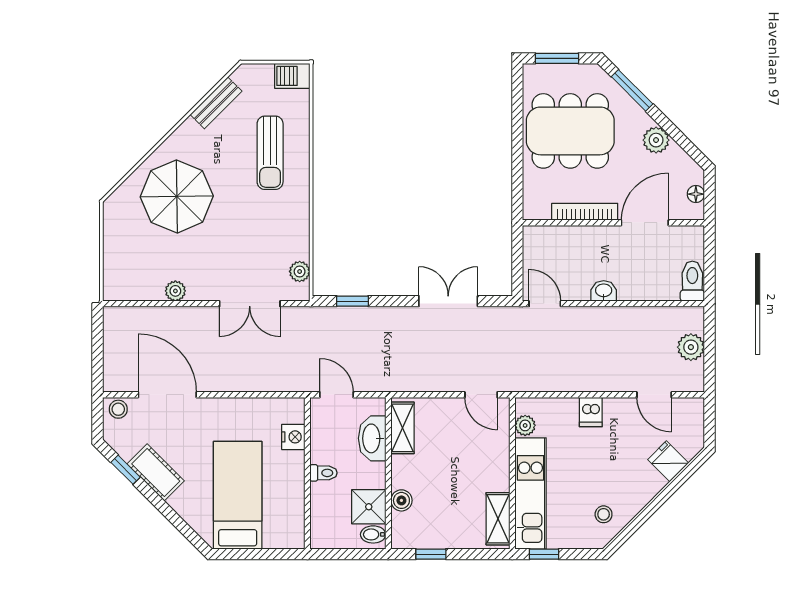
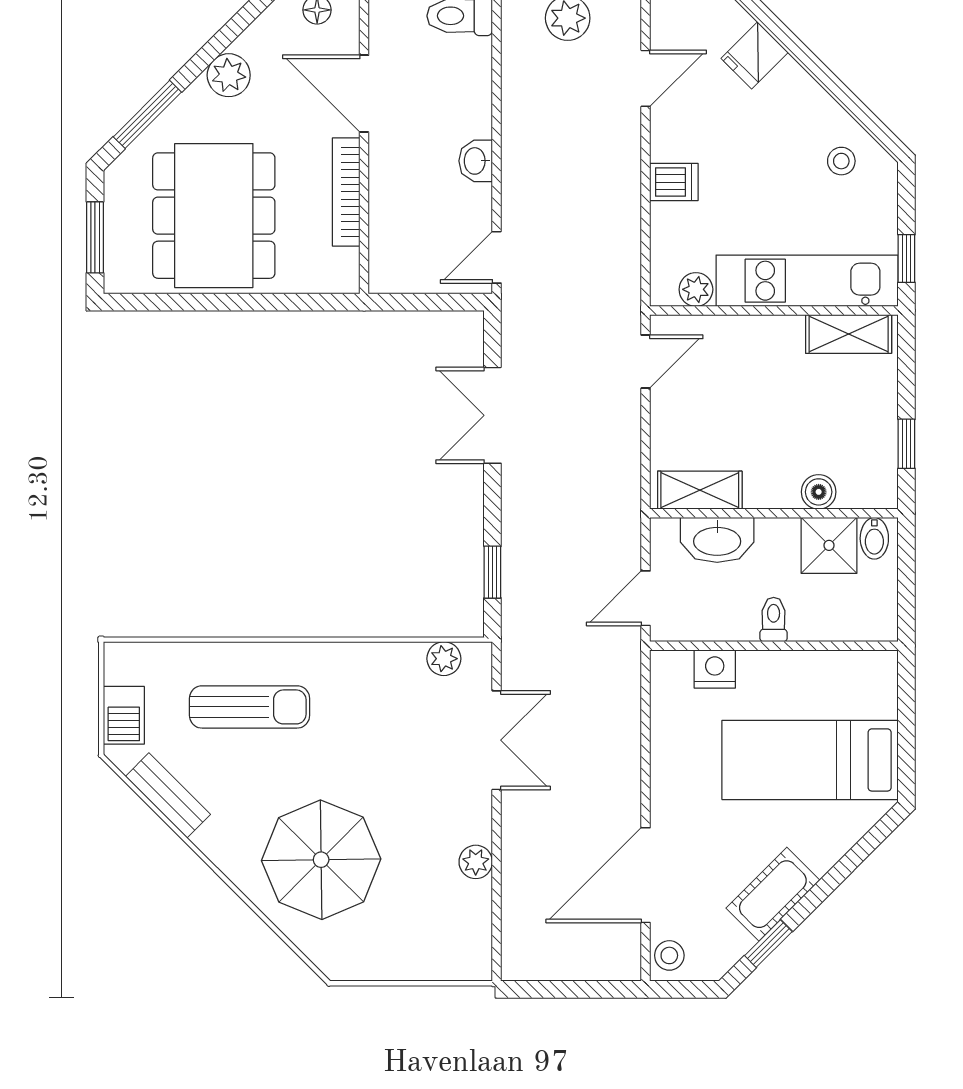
barbecue: (292, 76) -> (124, 715), moved

